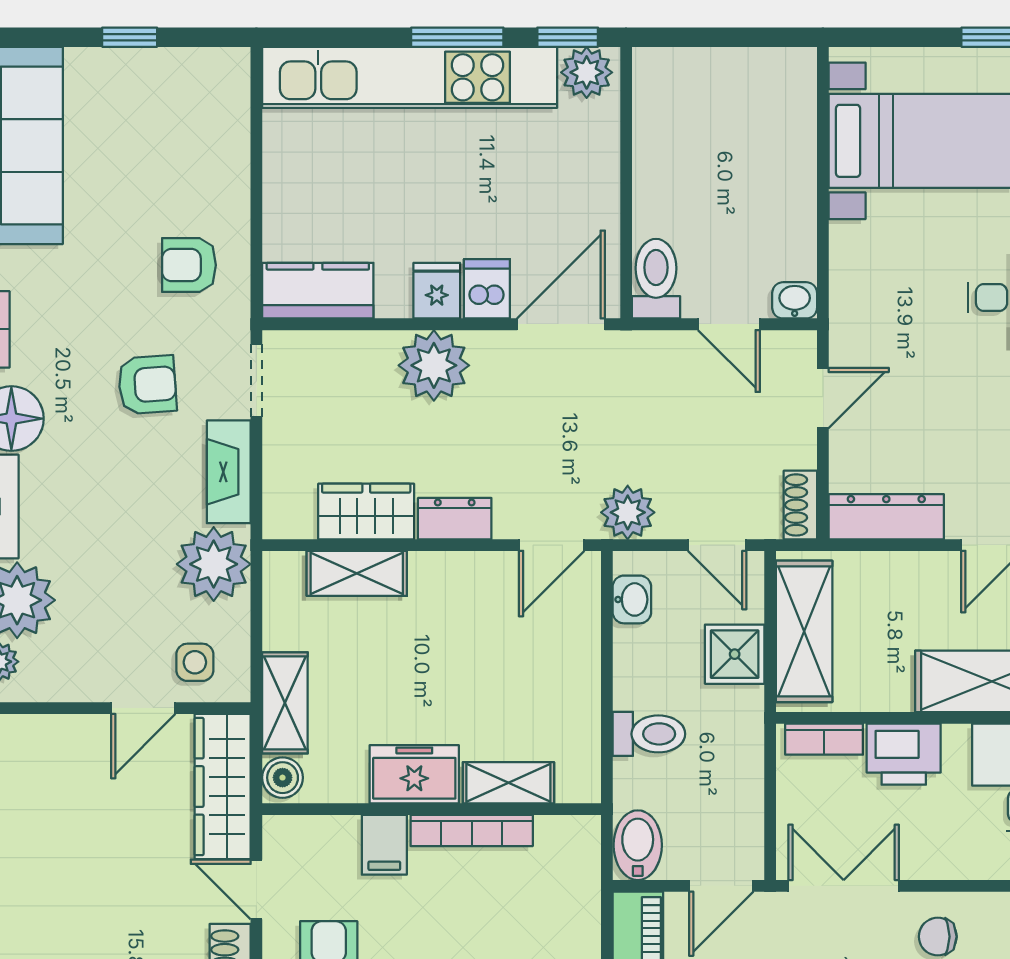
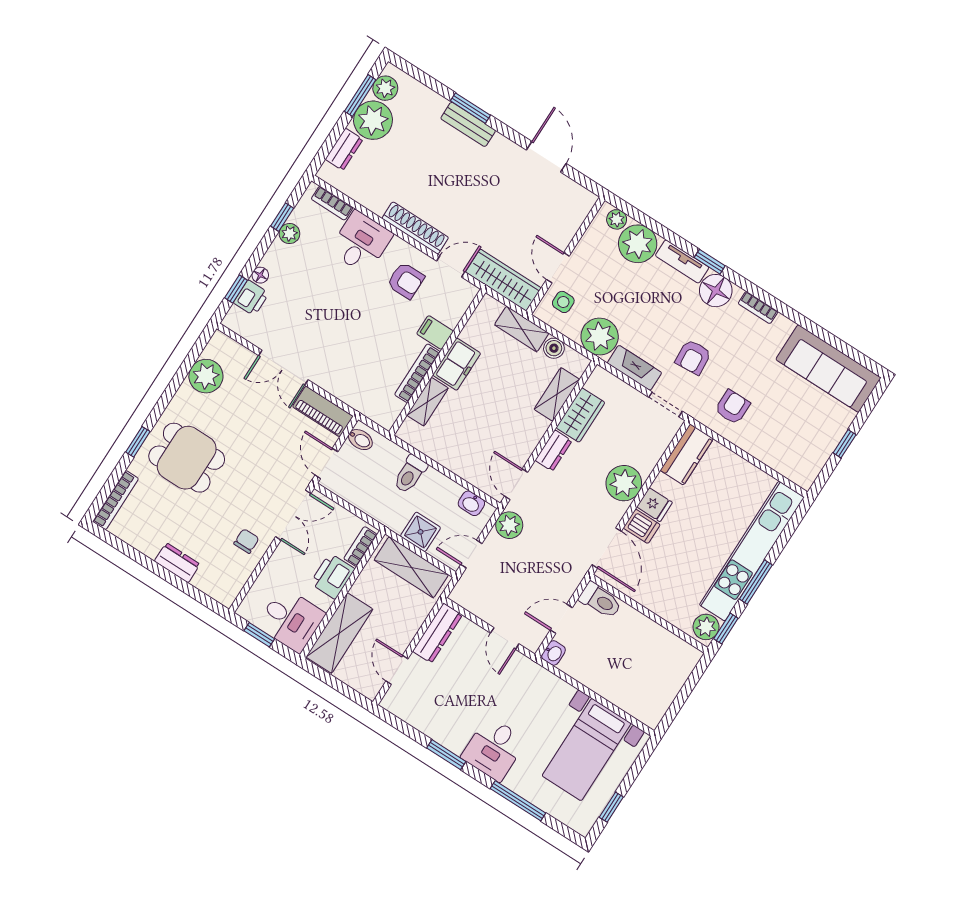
shoe rack: (800, 505) -> (466, 600), removed
boiler: (283, 778) -> (554, 348), moved
bidet: (638, 845) -> (360, 440), width x0.72, depth x0.74

